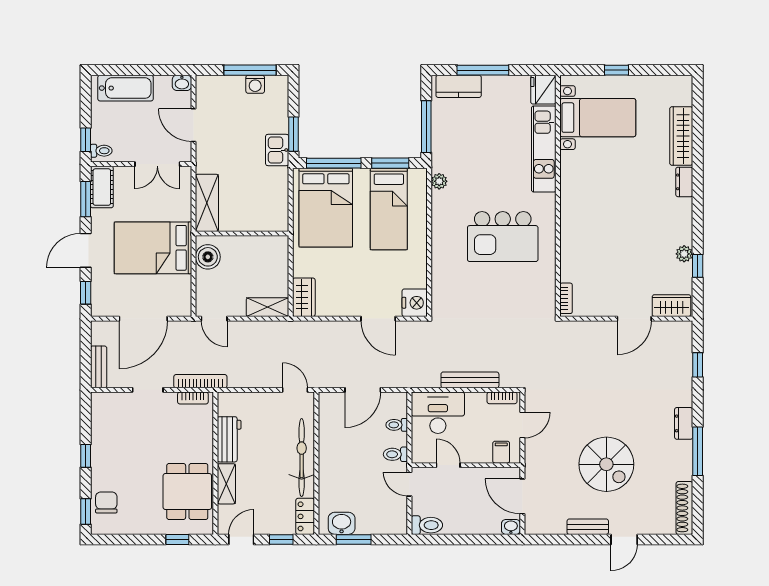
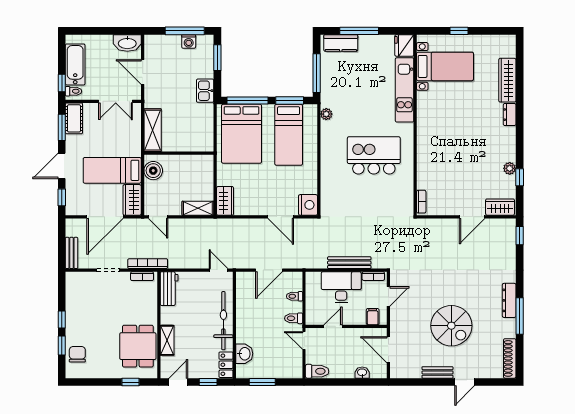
washbasin: (182, 83) -> (127, 43), width x1.91, depth x1.45
bathtub: (126, 88) -> (75, 64), moved, turned -90
window: (294, 134) -> (217, 58), moved
kitchen island: (503, 237) -> (374, 155), turned 180
bed: (153, 248) -> (112, 170), width x0.67
wardrobe: (180, 296) -> (132, 200), added
window: (698, 365) -> (520, 236), moved
desk: (438, 413) -> (341, 287), moved
dresser: (684, 423) -> (509, 300), width x1.44
workbench: (229, 439) -> (169, 289), moved
door: (448, 465) -> (333, 326), hinge flipped
window: (86, 511) -> (62, 345), moved
washbasin: (342, 523) -> (244, 354), moved, turned 90
washbasin: (511, 527) -> (362, 373), moved

